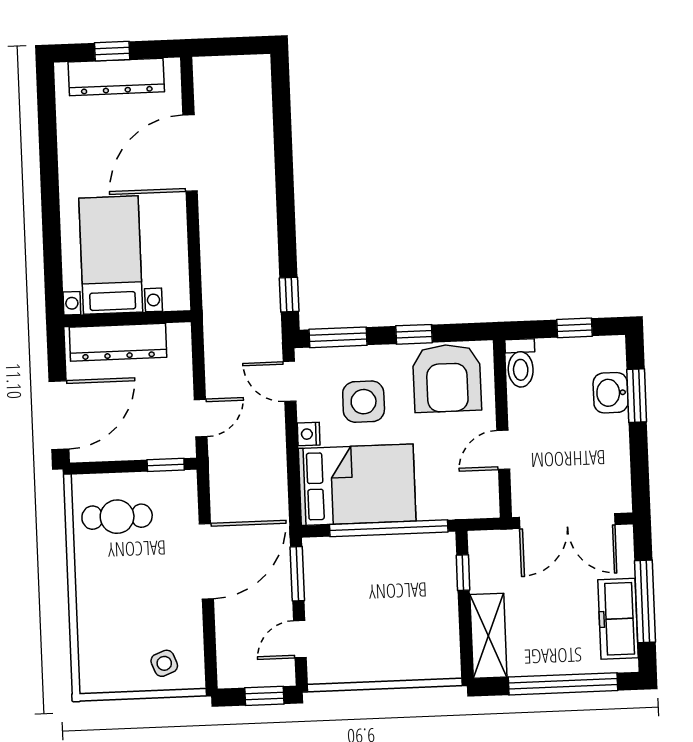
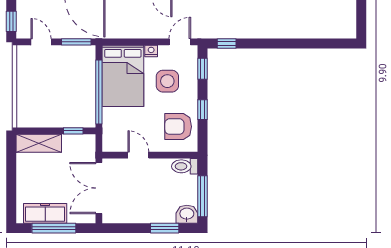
window: (574, 328) -> (202, 196), width x2.17
window: (338, 337) -> (202, 69), width x0.67
armchair: (447, 378) -> (178, 127), width x0.73, depth x0.73
washbasin: (611, 393) -> (187, 214), moved
window: (563, 684) -> (11, 182), removed

